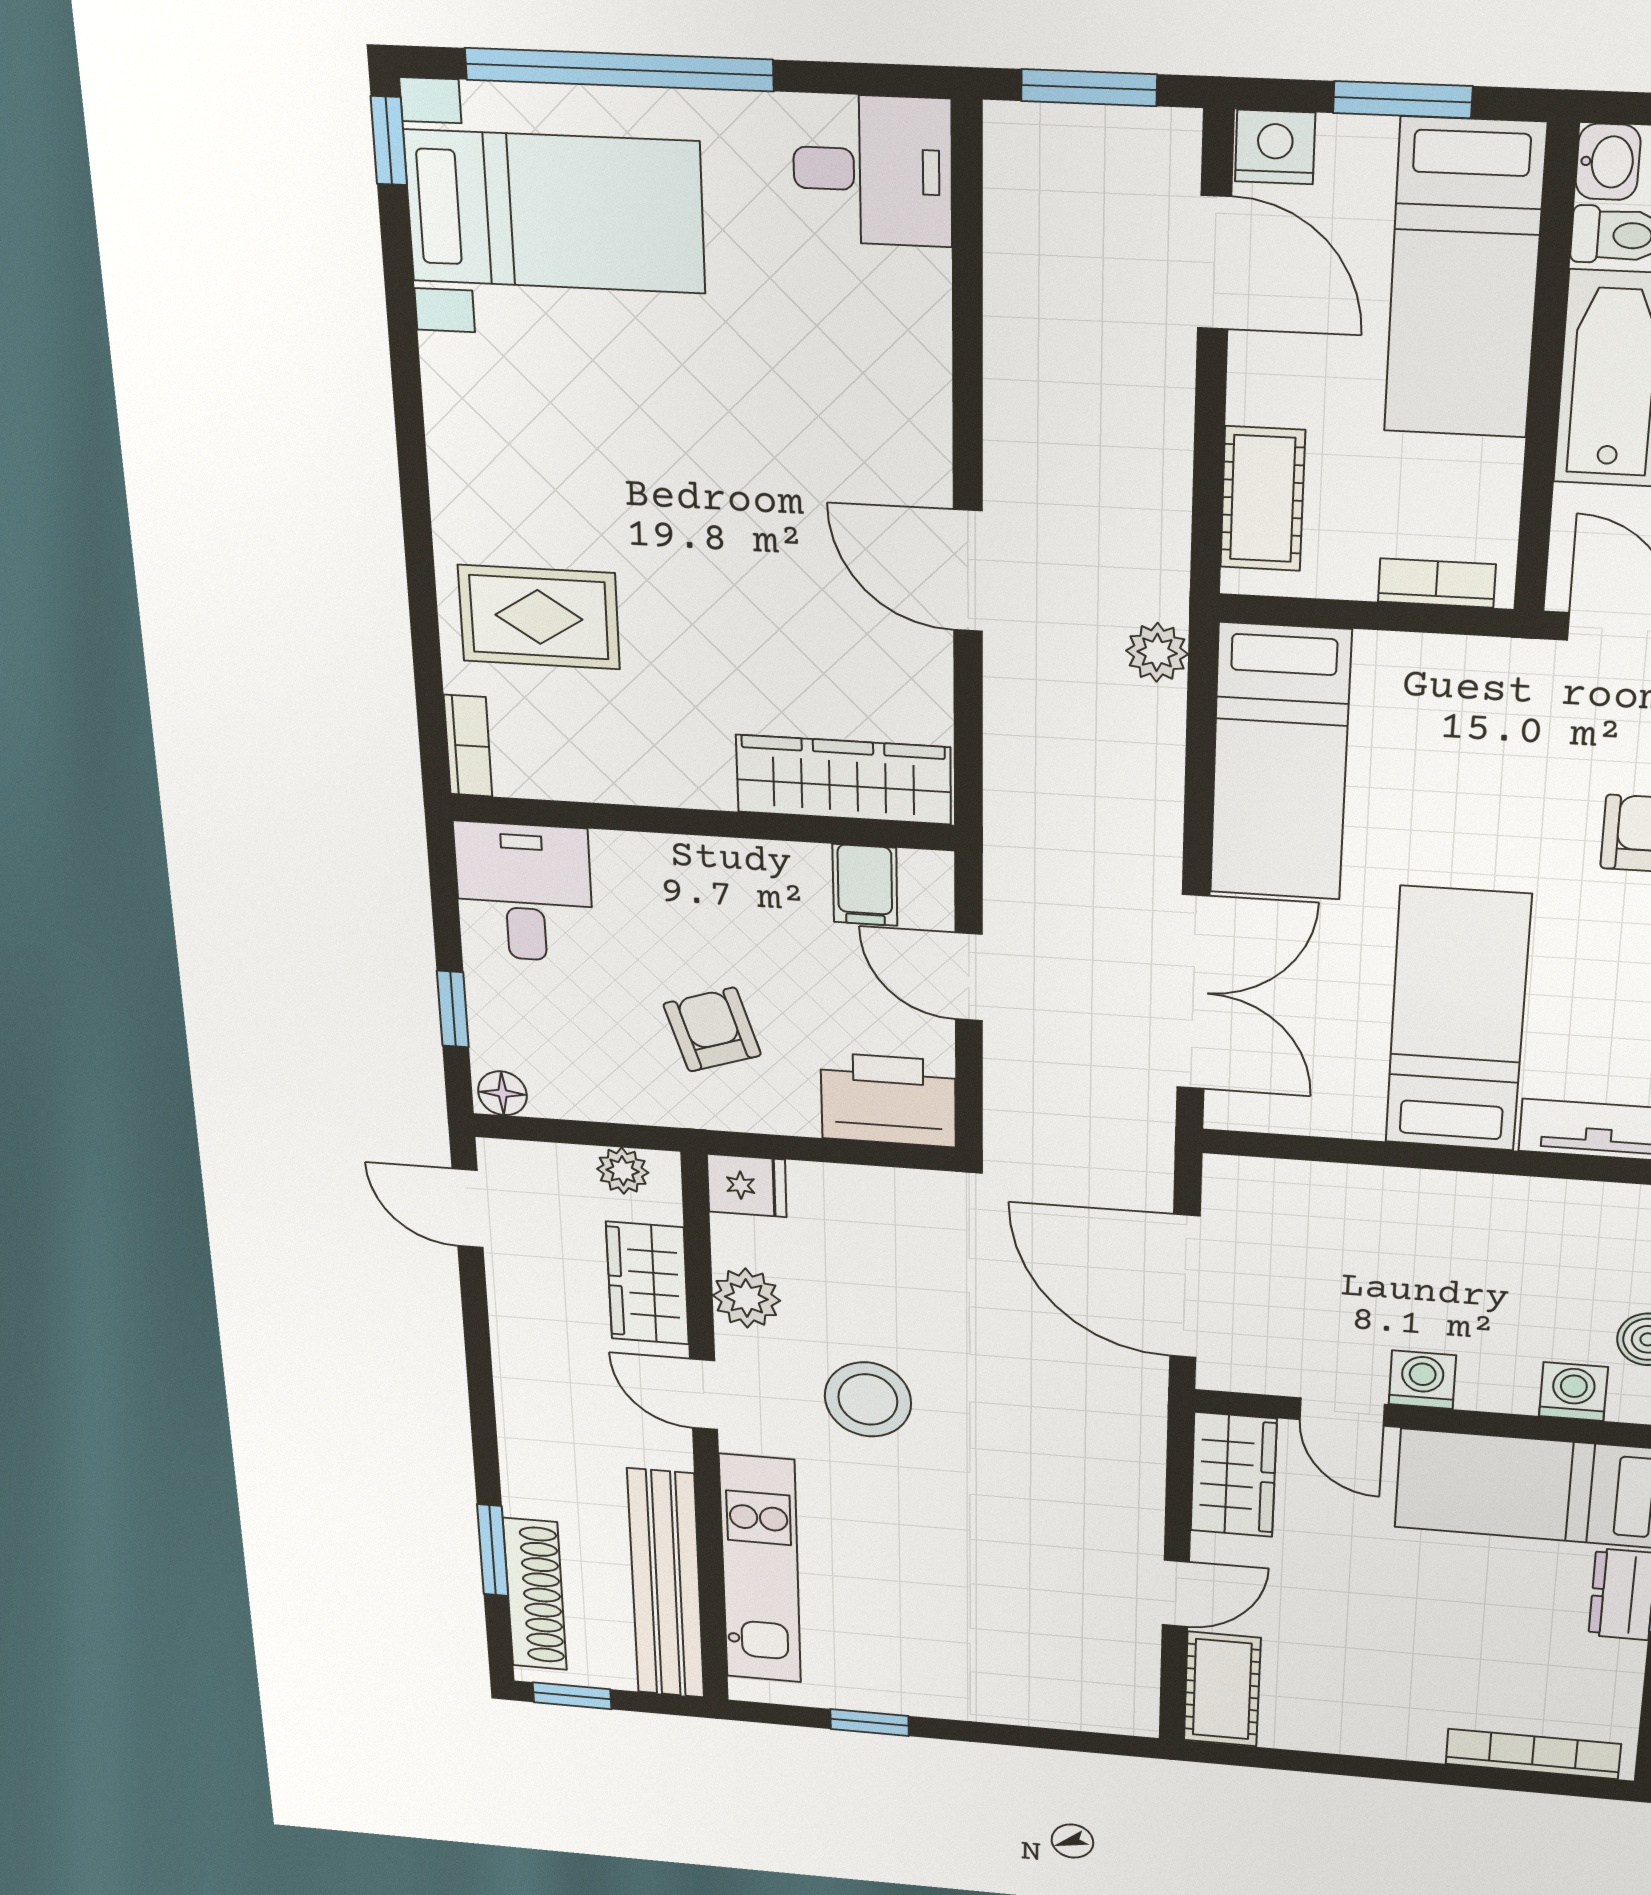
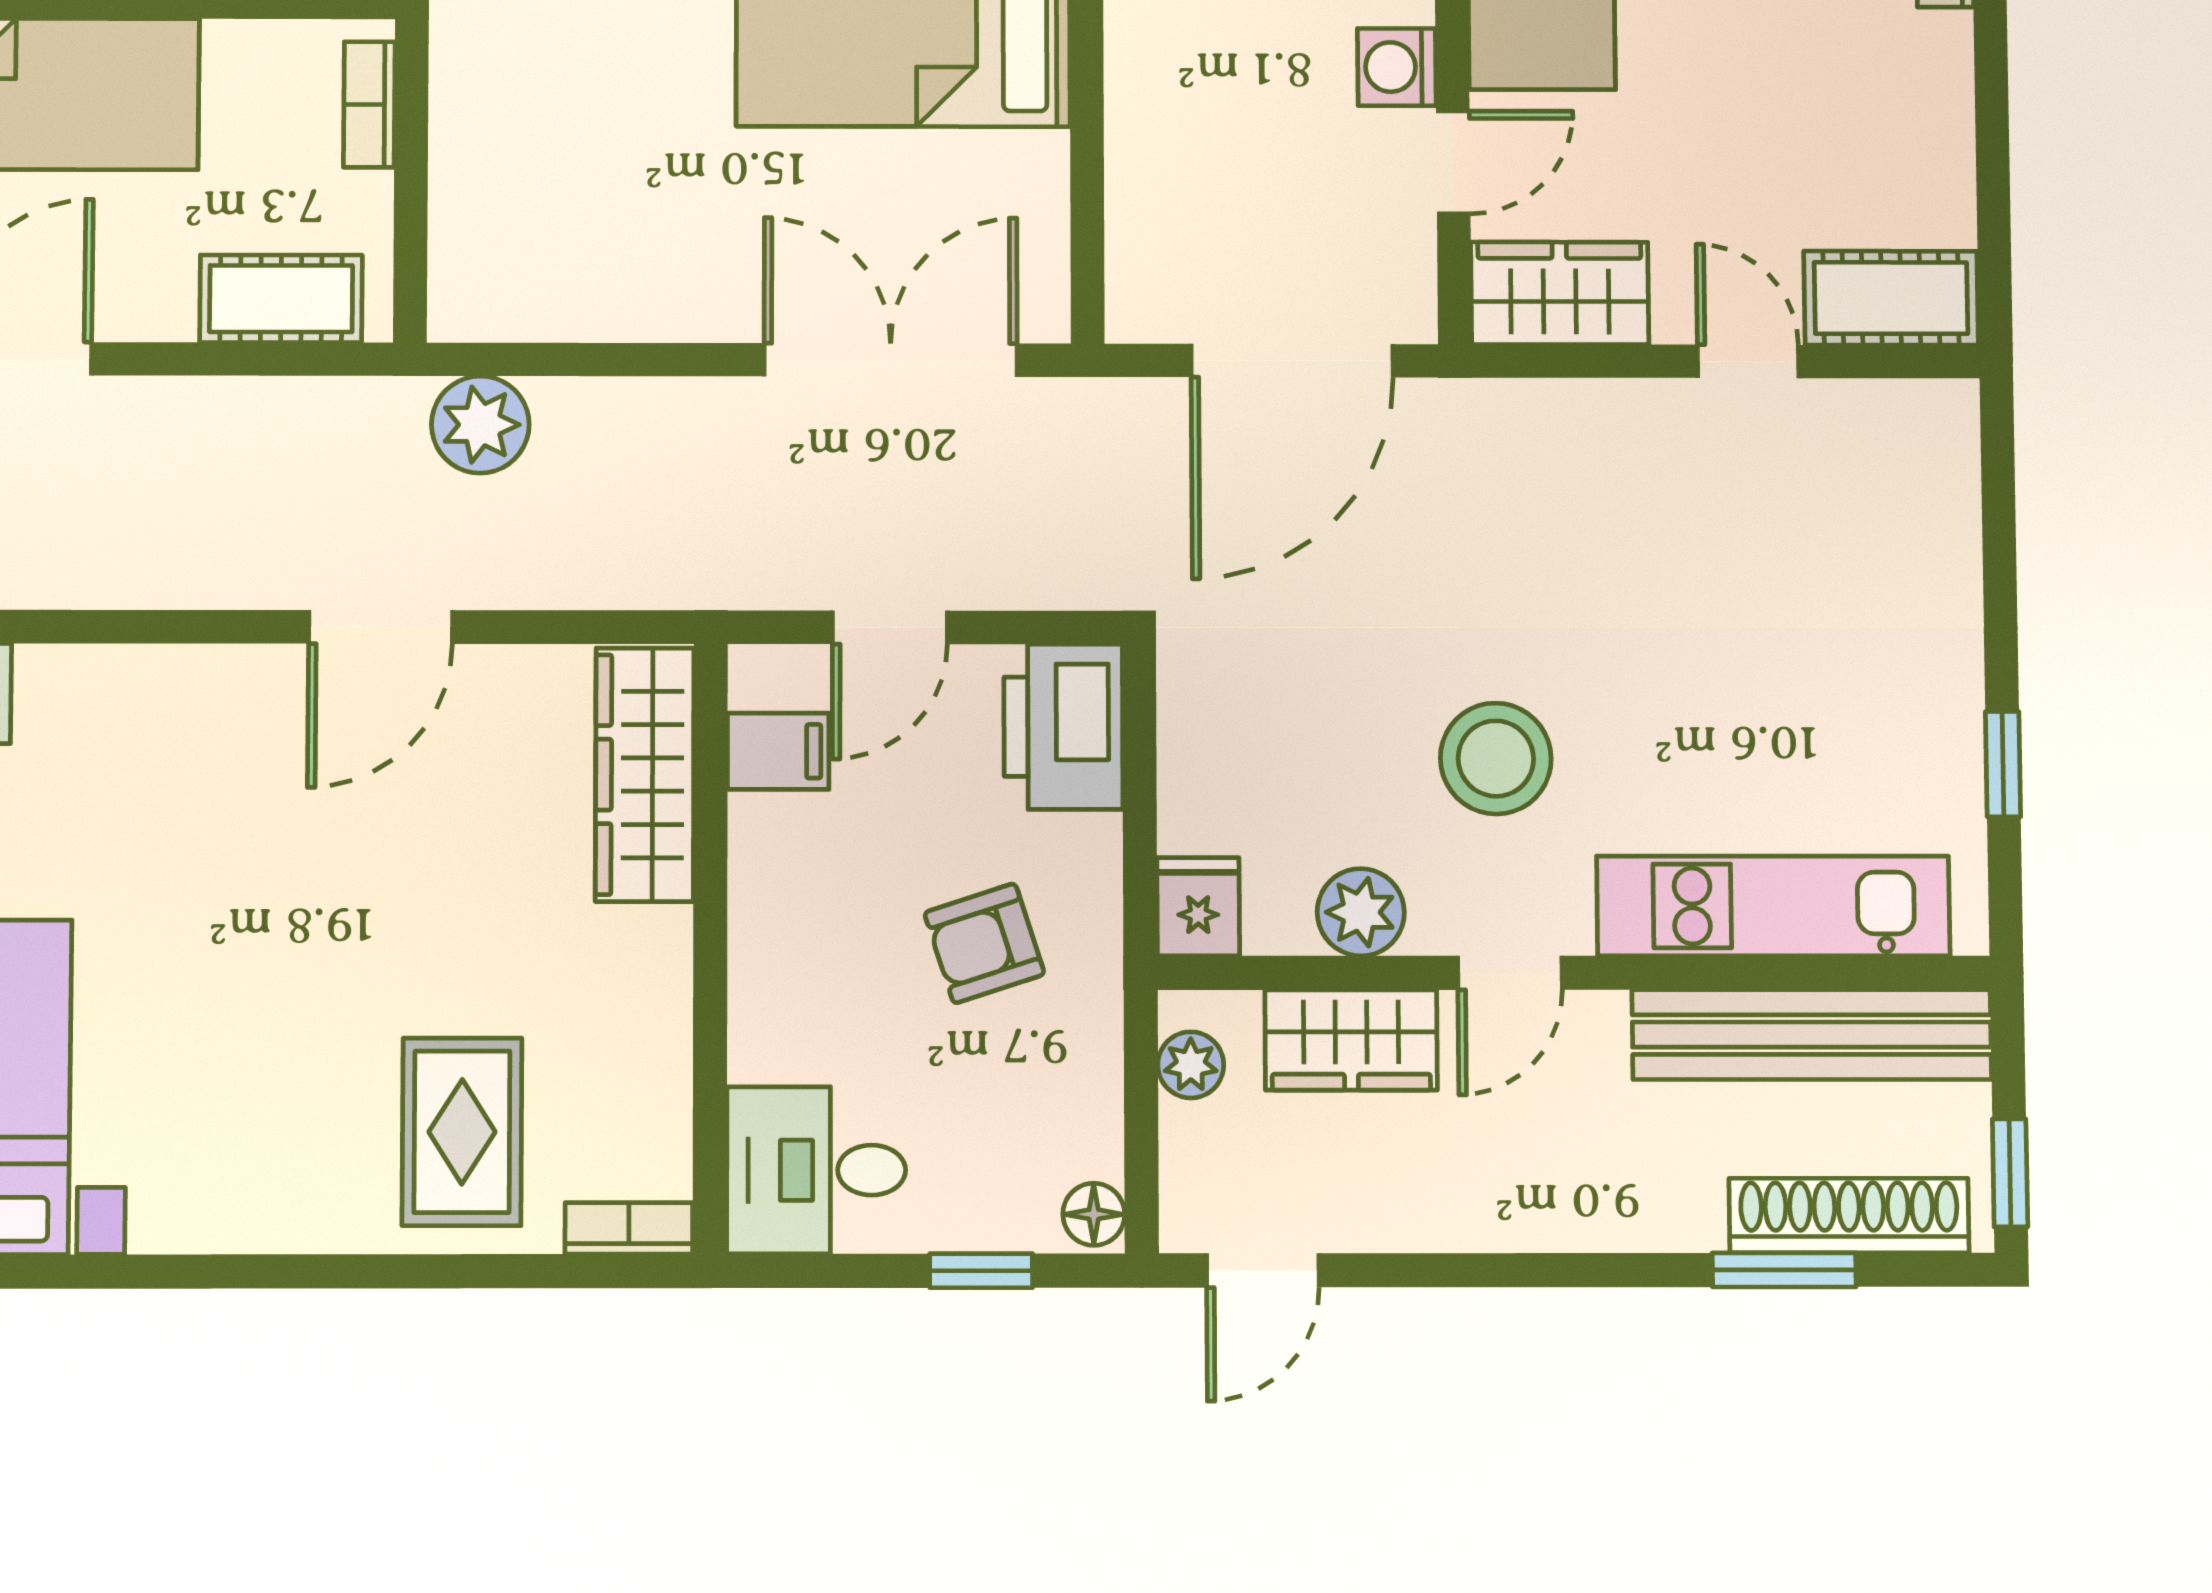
plant: (1157, 652) -> (480, 425), width x1.38, depth x1.38
bed: (1280, 763) -> (593, 269), removed

